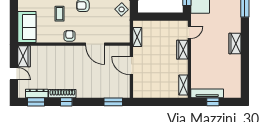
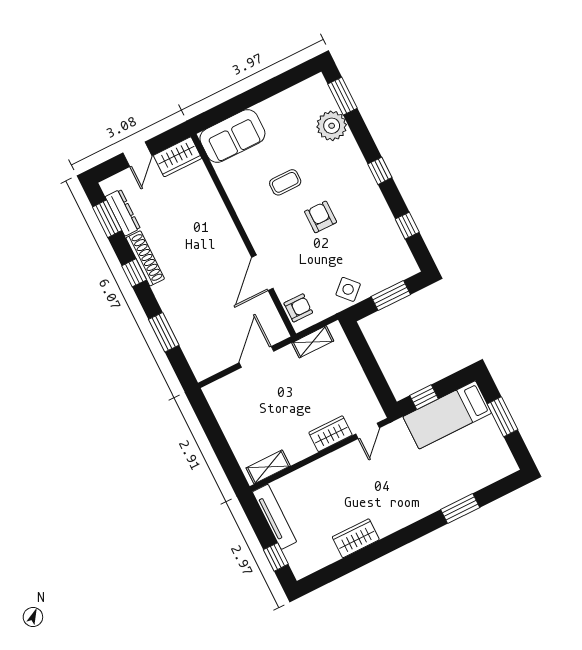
door: (189, 32) -> (368, 431), hinge flipped
armchair: (69, 36) -> (298, 308), moved
wardrobe: (235, 44) -> (356, 538), moved
window: (113, 102) -> (164, 332), moved
window: (213, 102) -> (276, 557), moved

